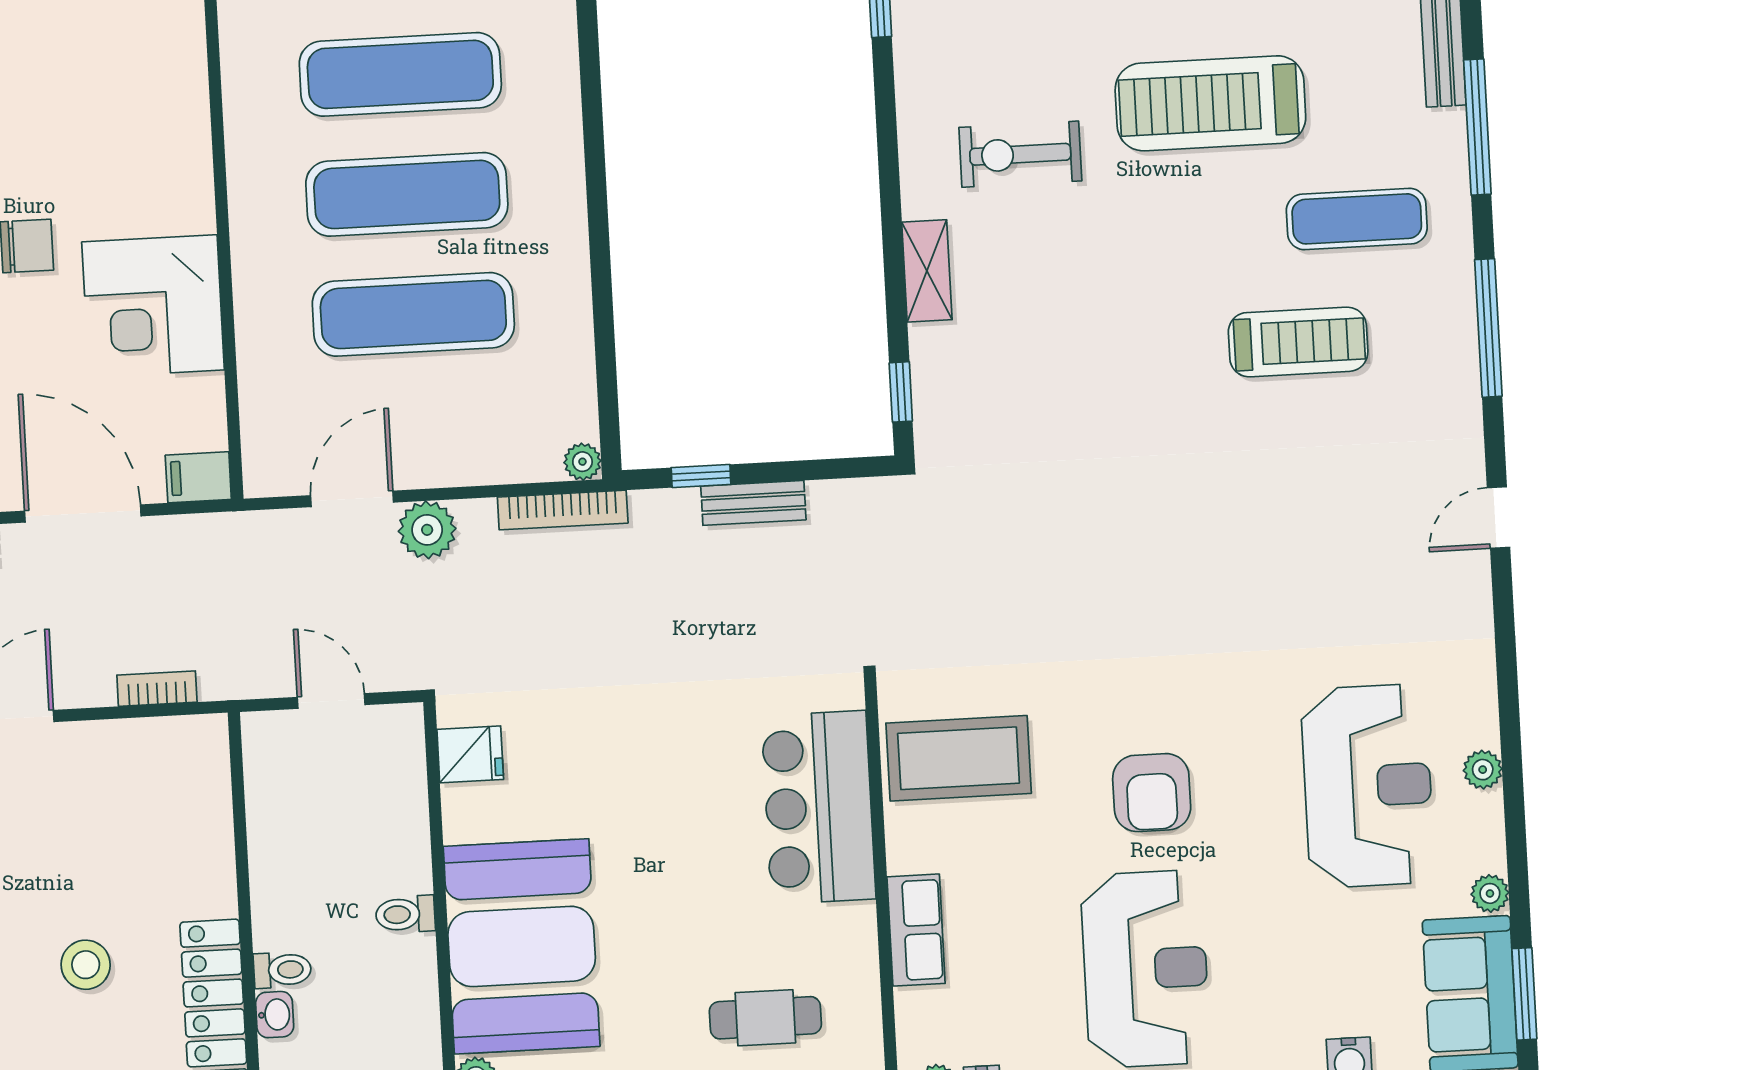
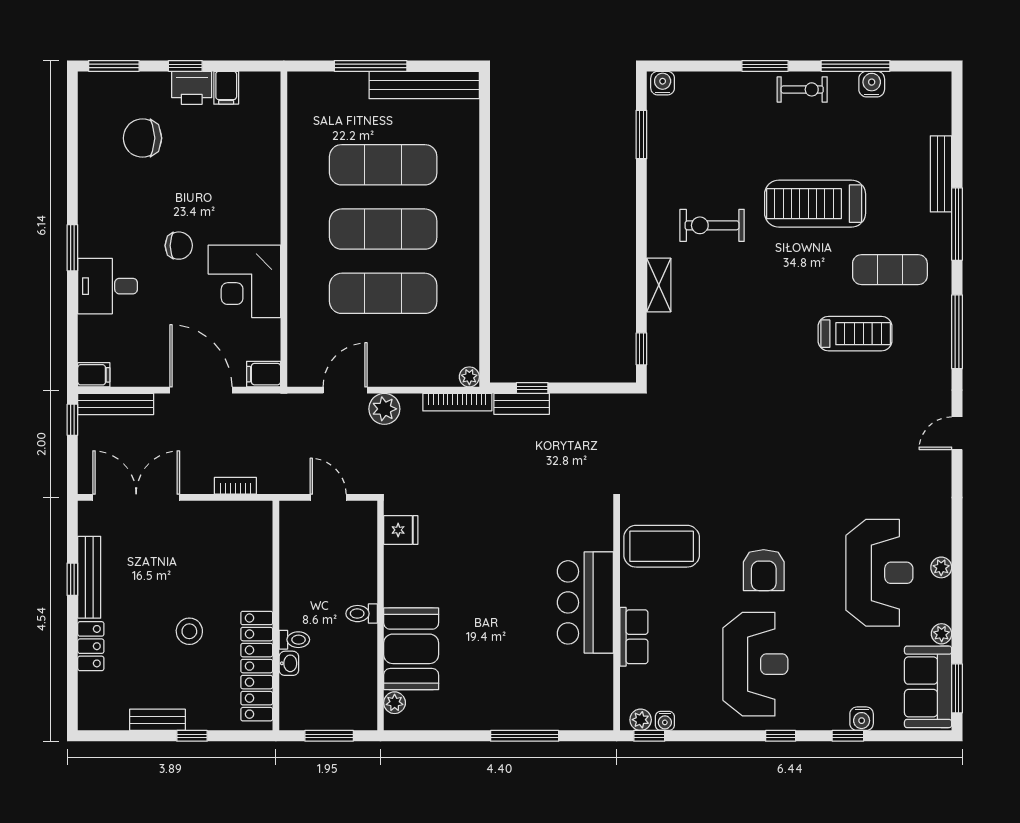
bench: (753, 503) -> (522, 404), moved
bar counter: (819, 807) -> (585, 602), moved
booth: (522, 946) -> (411, 649), width x0.73, depth x0.70
cafe table: (765, 1018) -> (551, 679), removed

